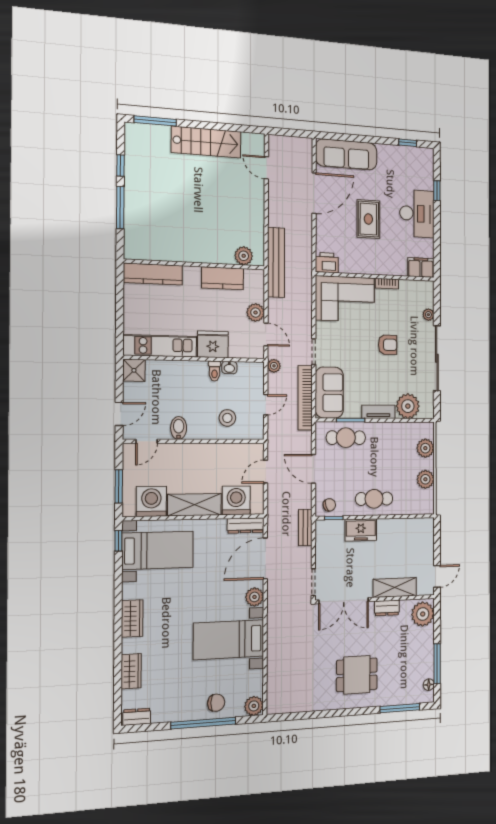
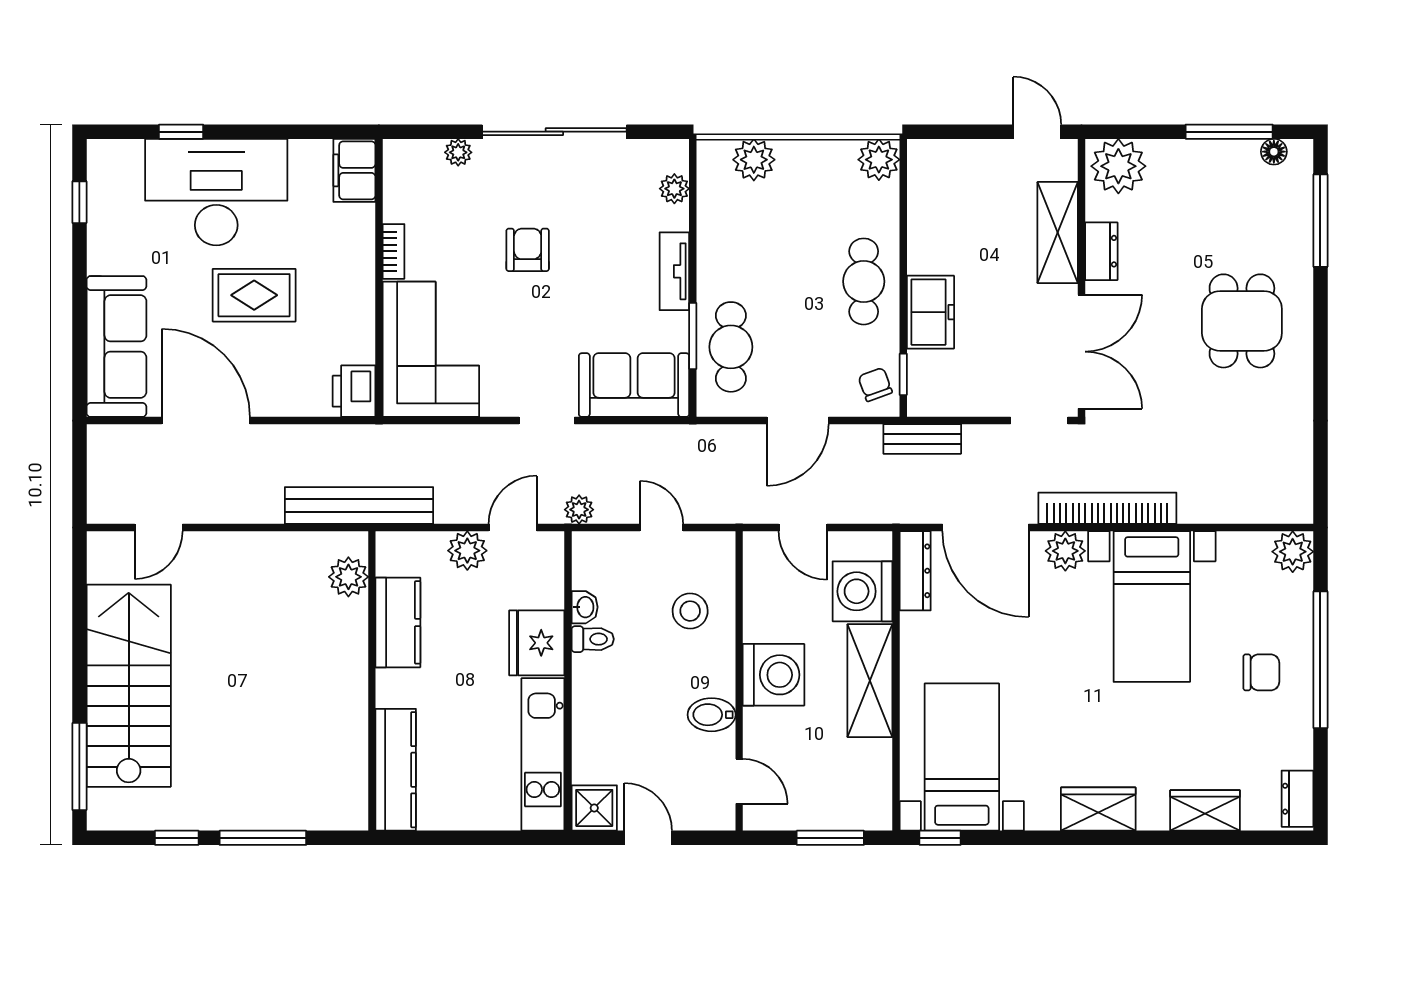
stairs: (206, 142) -> (129, 686), width x1.36, depth x1.51
desk: (417, 214) -> (216, 192), width x1.36, depth x1.30
bookcase: (305, 398) -> (1107, 508), moved, turned 180
plant: (408, 406) -> (674, 189), width x0.53, depth x0.53
door: (119, 414) -> (648, 838), moved
plant: (425, 479) -> (879, 160), moved
washing machine: (151, 501) -> (774, 675), moved, turned 180
chair: (216, 703) -> (1261, 672), moved, turned 88

